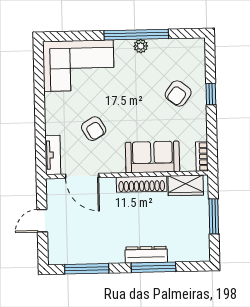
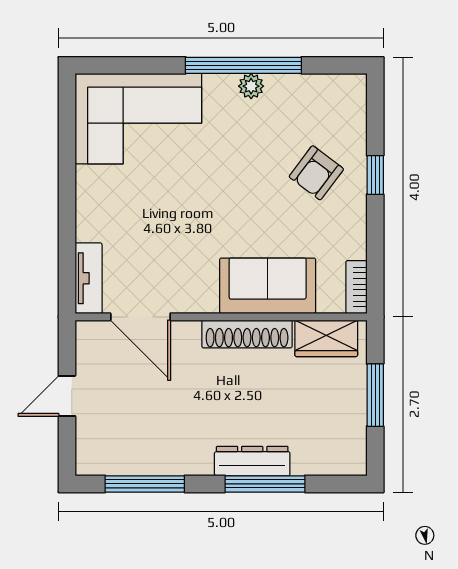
armchair: (94, 129) -> (163, 233), removed

